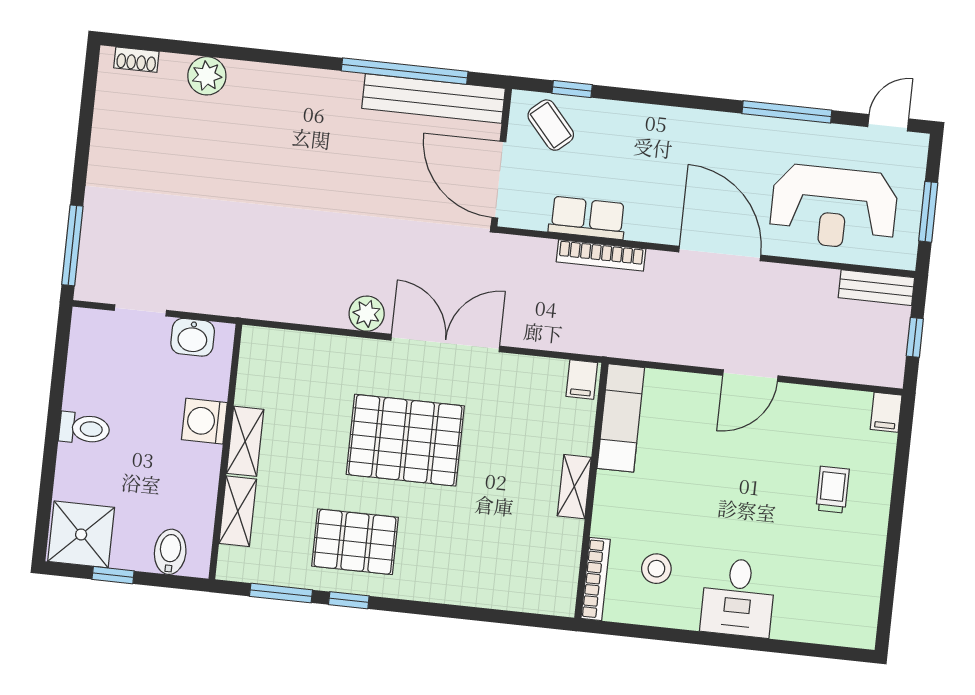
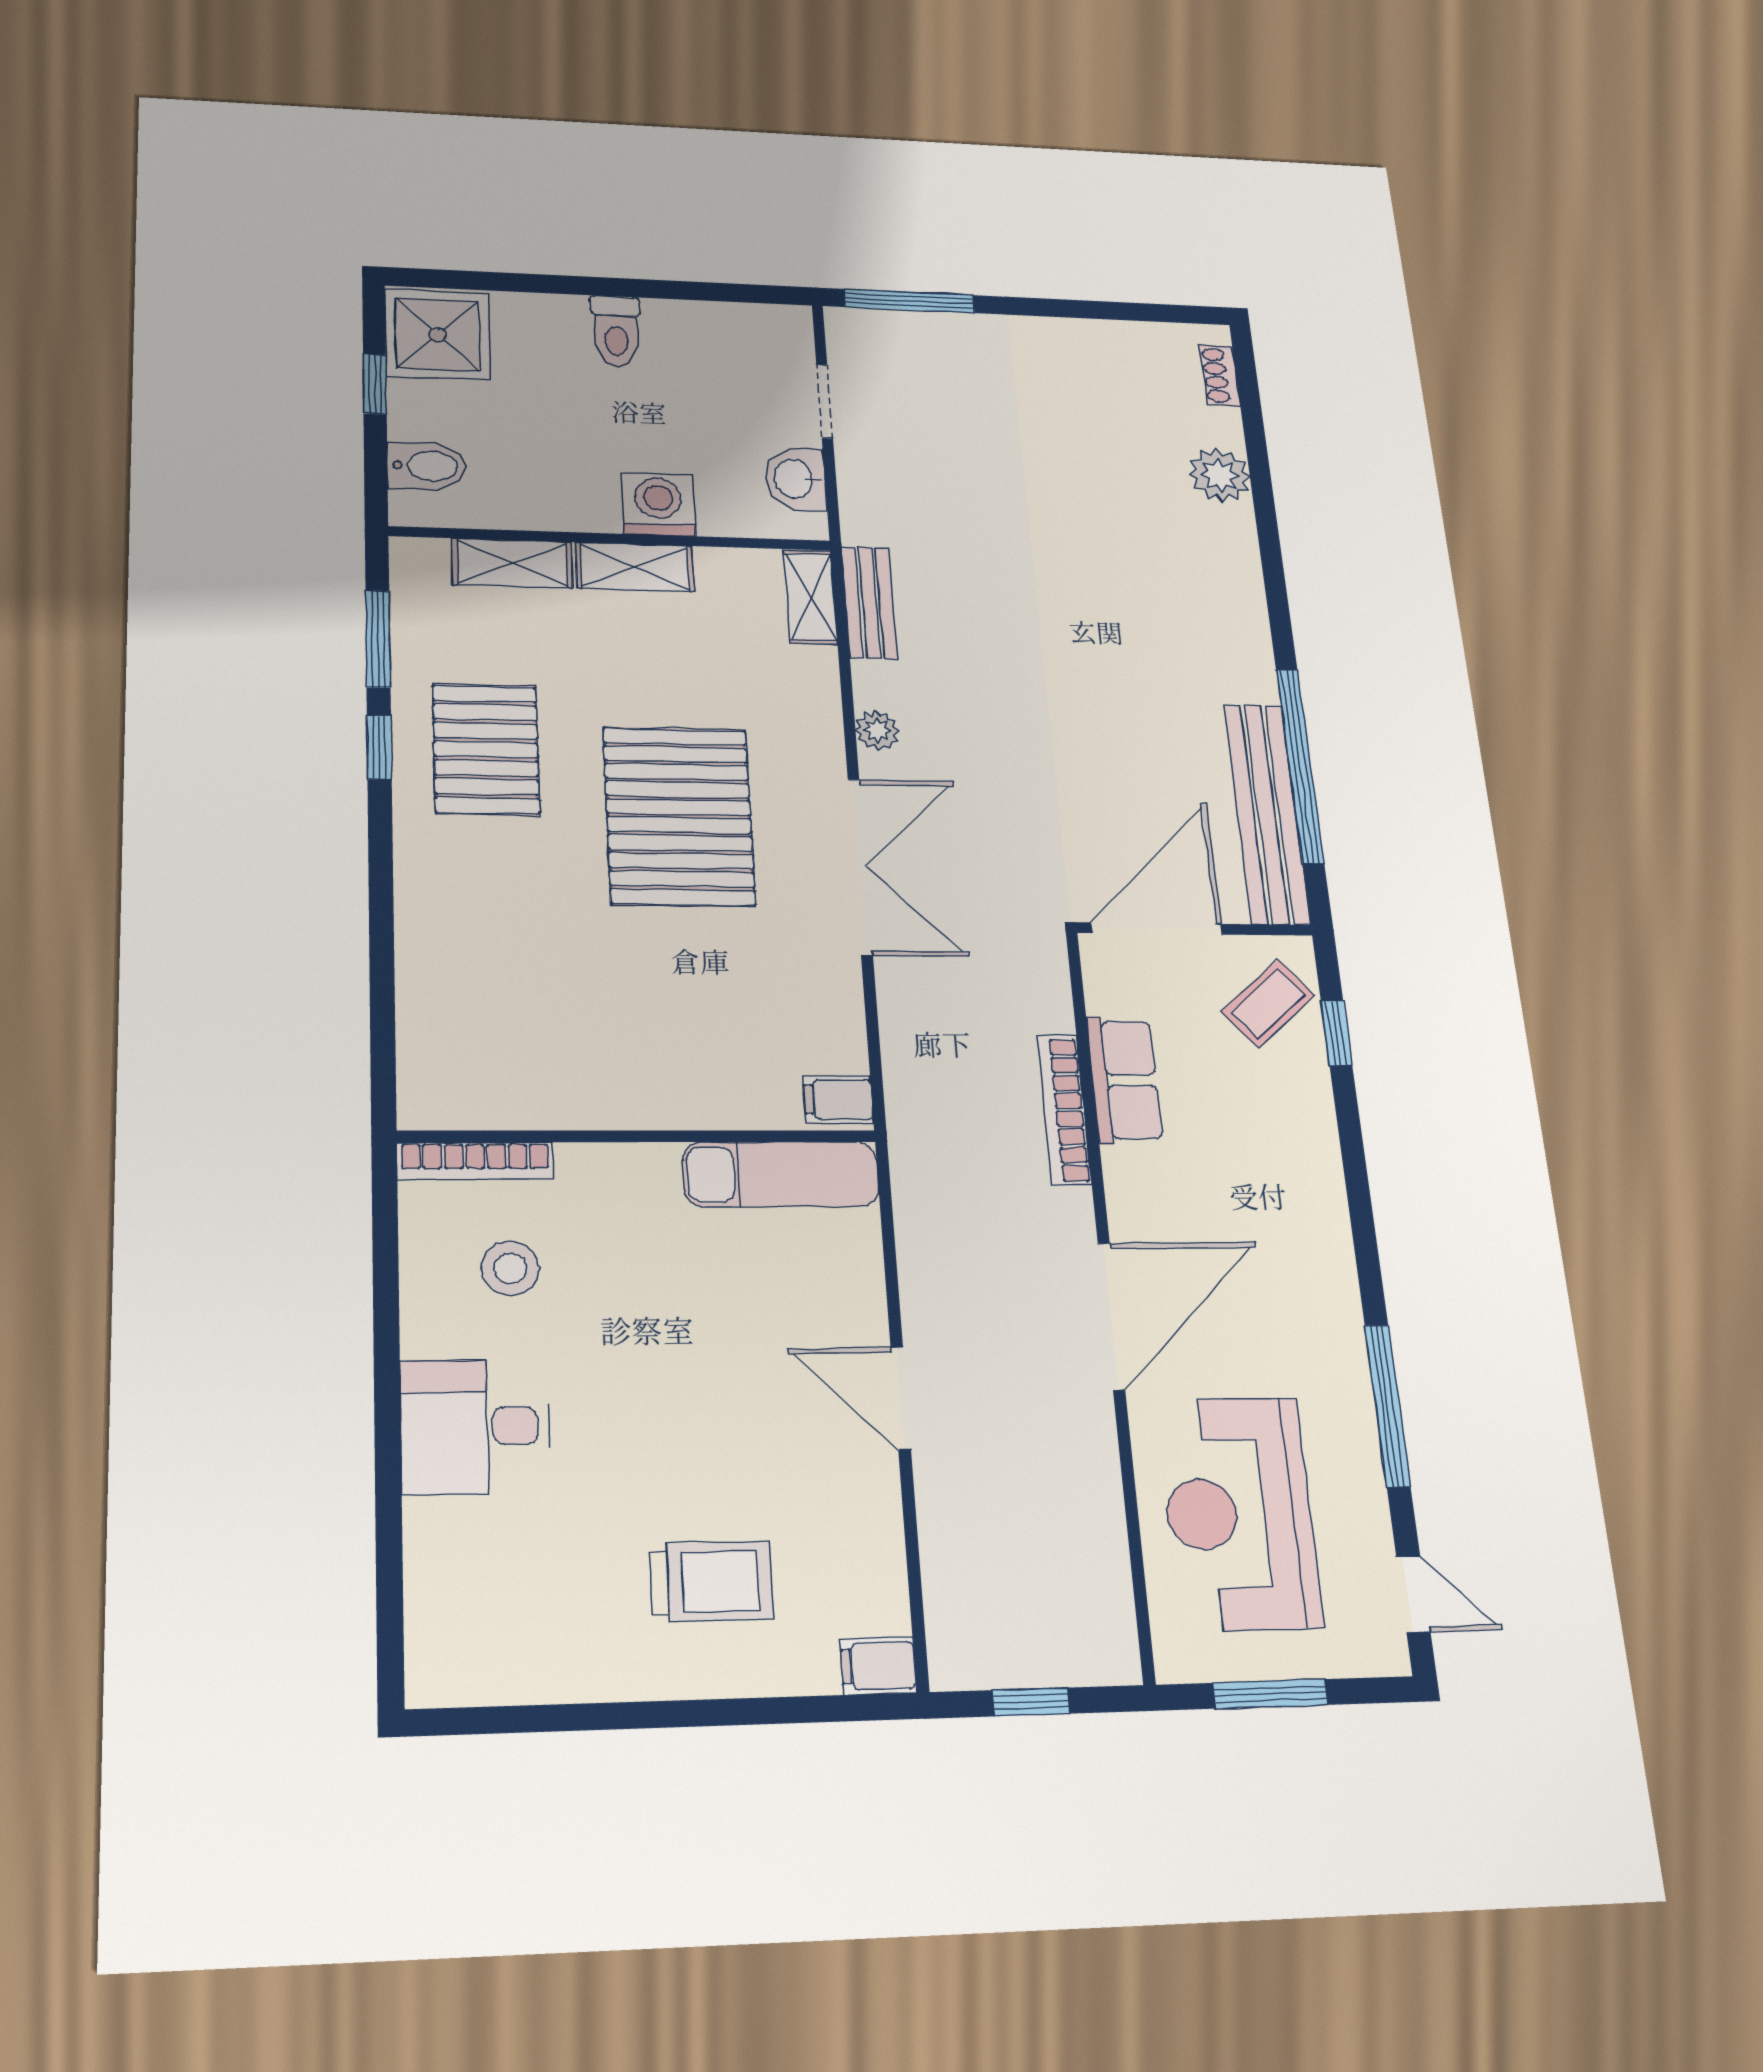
bench: (876, 288) -> (869, 603), moved
plant: (367, 314) -> (877, 730), width x0.73, depth x0.73
shelving: (574, 487) -> (810, 597), moved, turned 90
trolley: (833, 490) -> (712, 1582), width x1.36, depth x1.39

